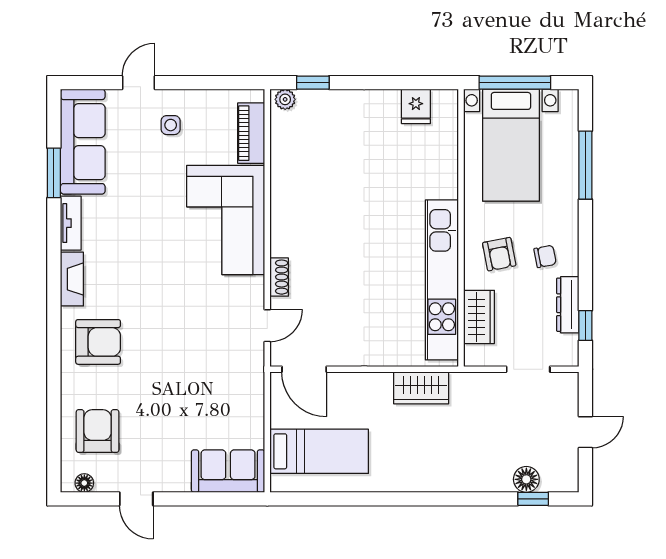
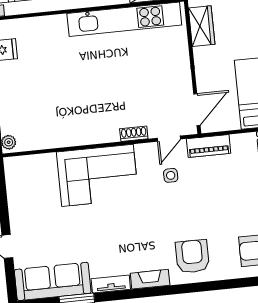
side table: (171, 125) -> (171, 175), moved
piano: (251, 133) -> (209, 146), moved
door: (267, 326) -> (169, 139), swing flipped

